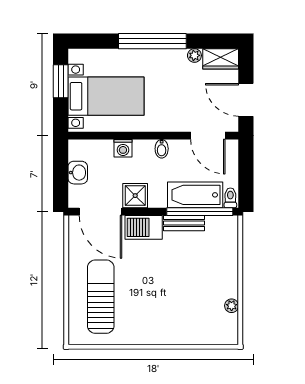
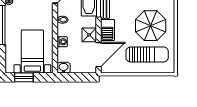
washbasin: (78, 173) -> (64, 68), moved
sun lounger: (101, 297) -> (147, 54), turned 180
parasol: (151, 303) -> (151, 26), added

